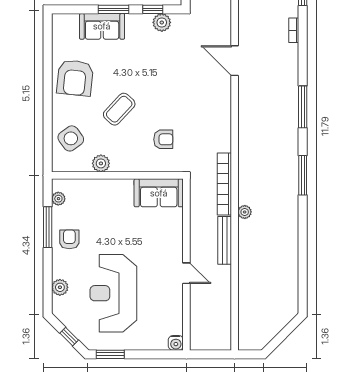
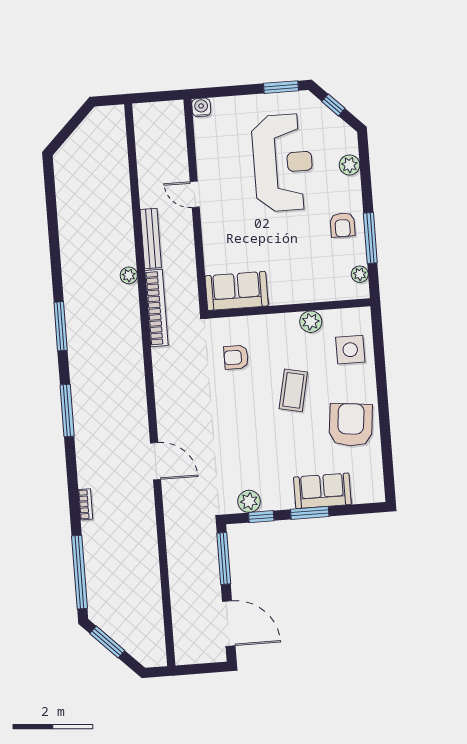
coffee table: (119, 109) -> (293, 390), turned -31
side table: (71, 138) -> (350, 350), turned 36

